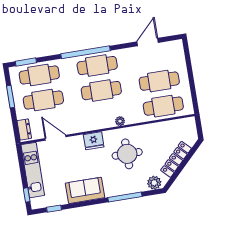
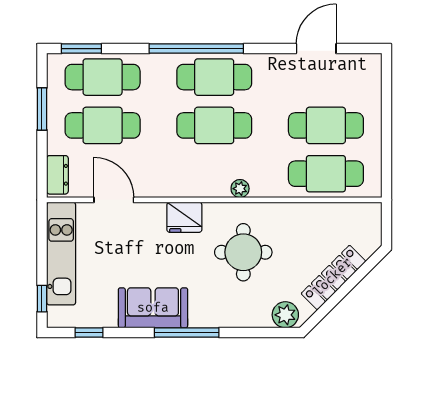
window: (125, 197) -> (187, 333), moved

